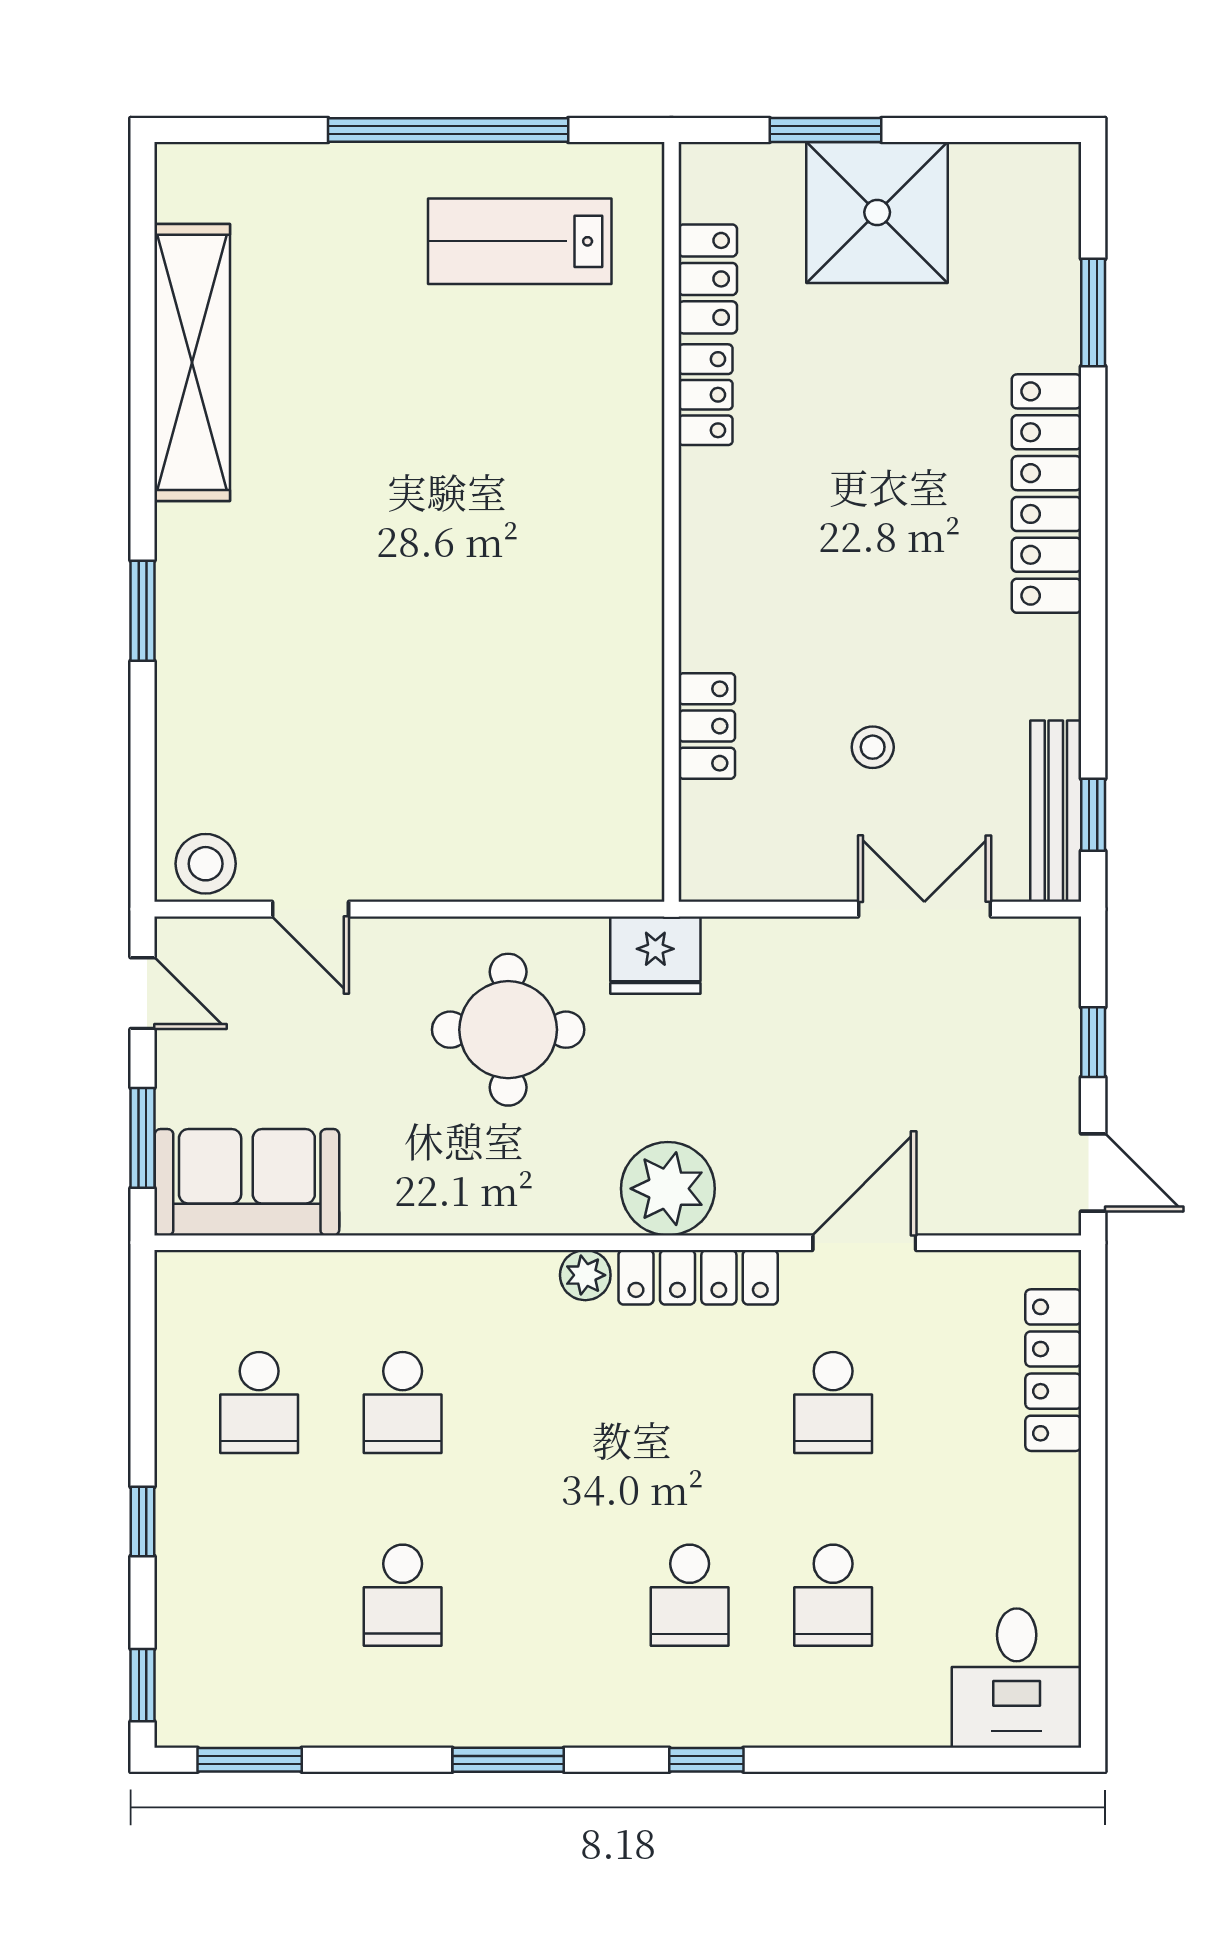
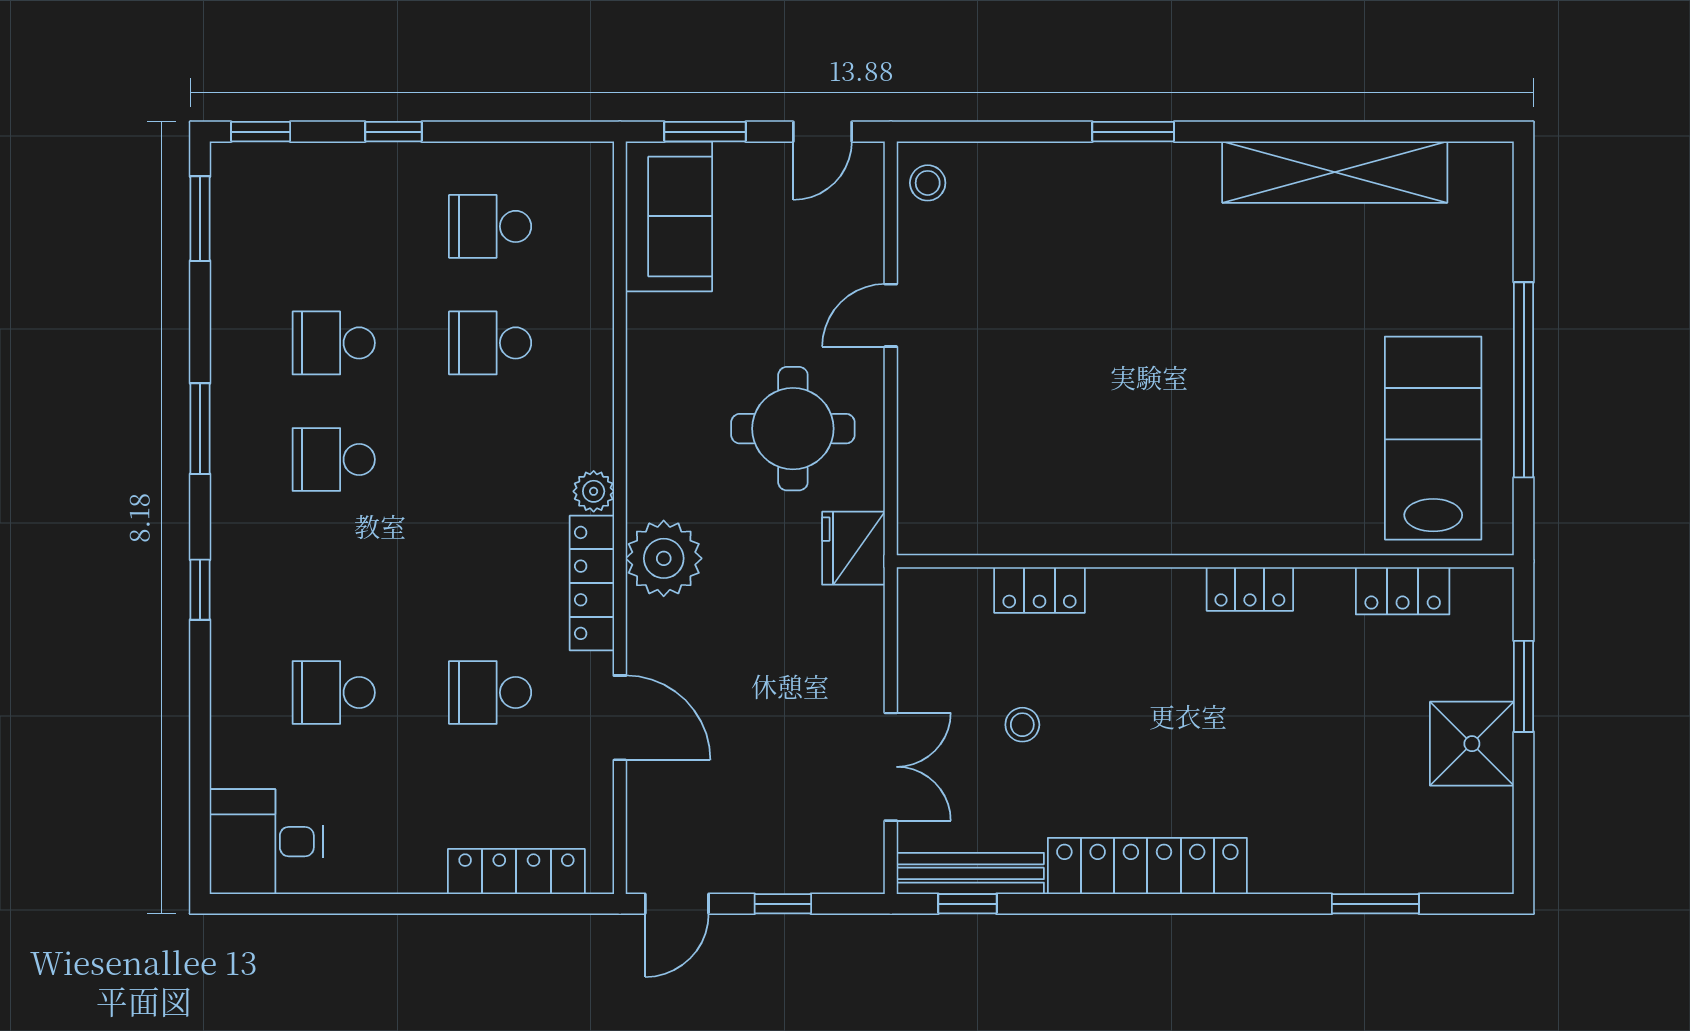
shower: (877, 212) -> (1472, 744), width x0.73, depth x0.73
lab bench: (520, 241) -> (1433, 438), width x1.36, depth x1.39
locker: (706, 395) -> (1250, 589), moved
locker: (1047, 494) -> (1147, 866), moved
stool: (206, 864) -> (928, 183), width x0.73, depth x0.73
door: (310, 909) -> (891, 315), moved
school desk: (690, 1595) -> (334, 459), moved

